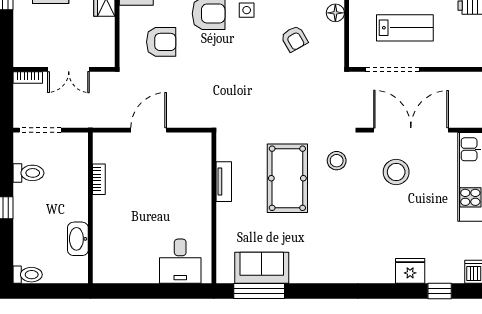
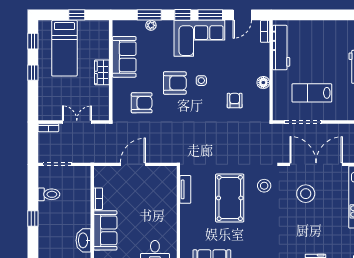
lab bench: (405, 28) -> (312, 93), turned 180
armchair: (294, 39) -> (235, 101), turned -150
double door: (69, 69) -> (77, 122), swing flipped
tv unit: (224, 182) -> (185, 189), moved
sofa: (109, 225) -> (105, 230), added

